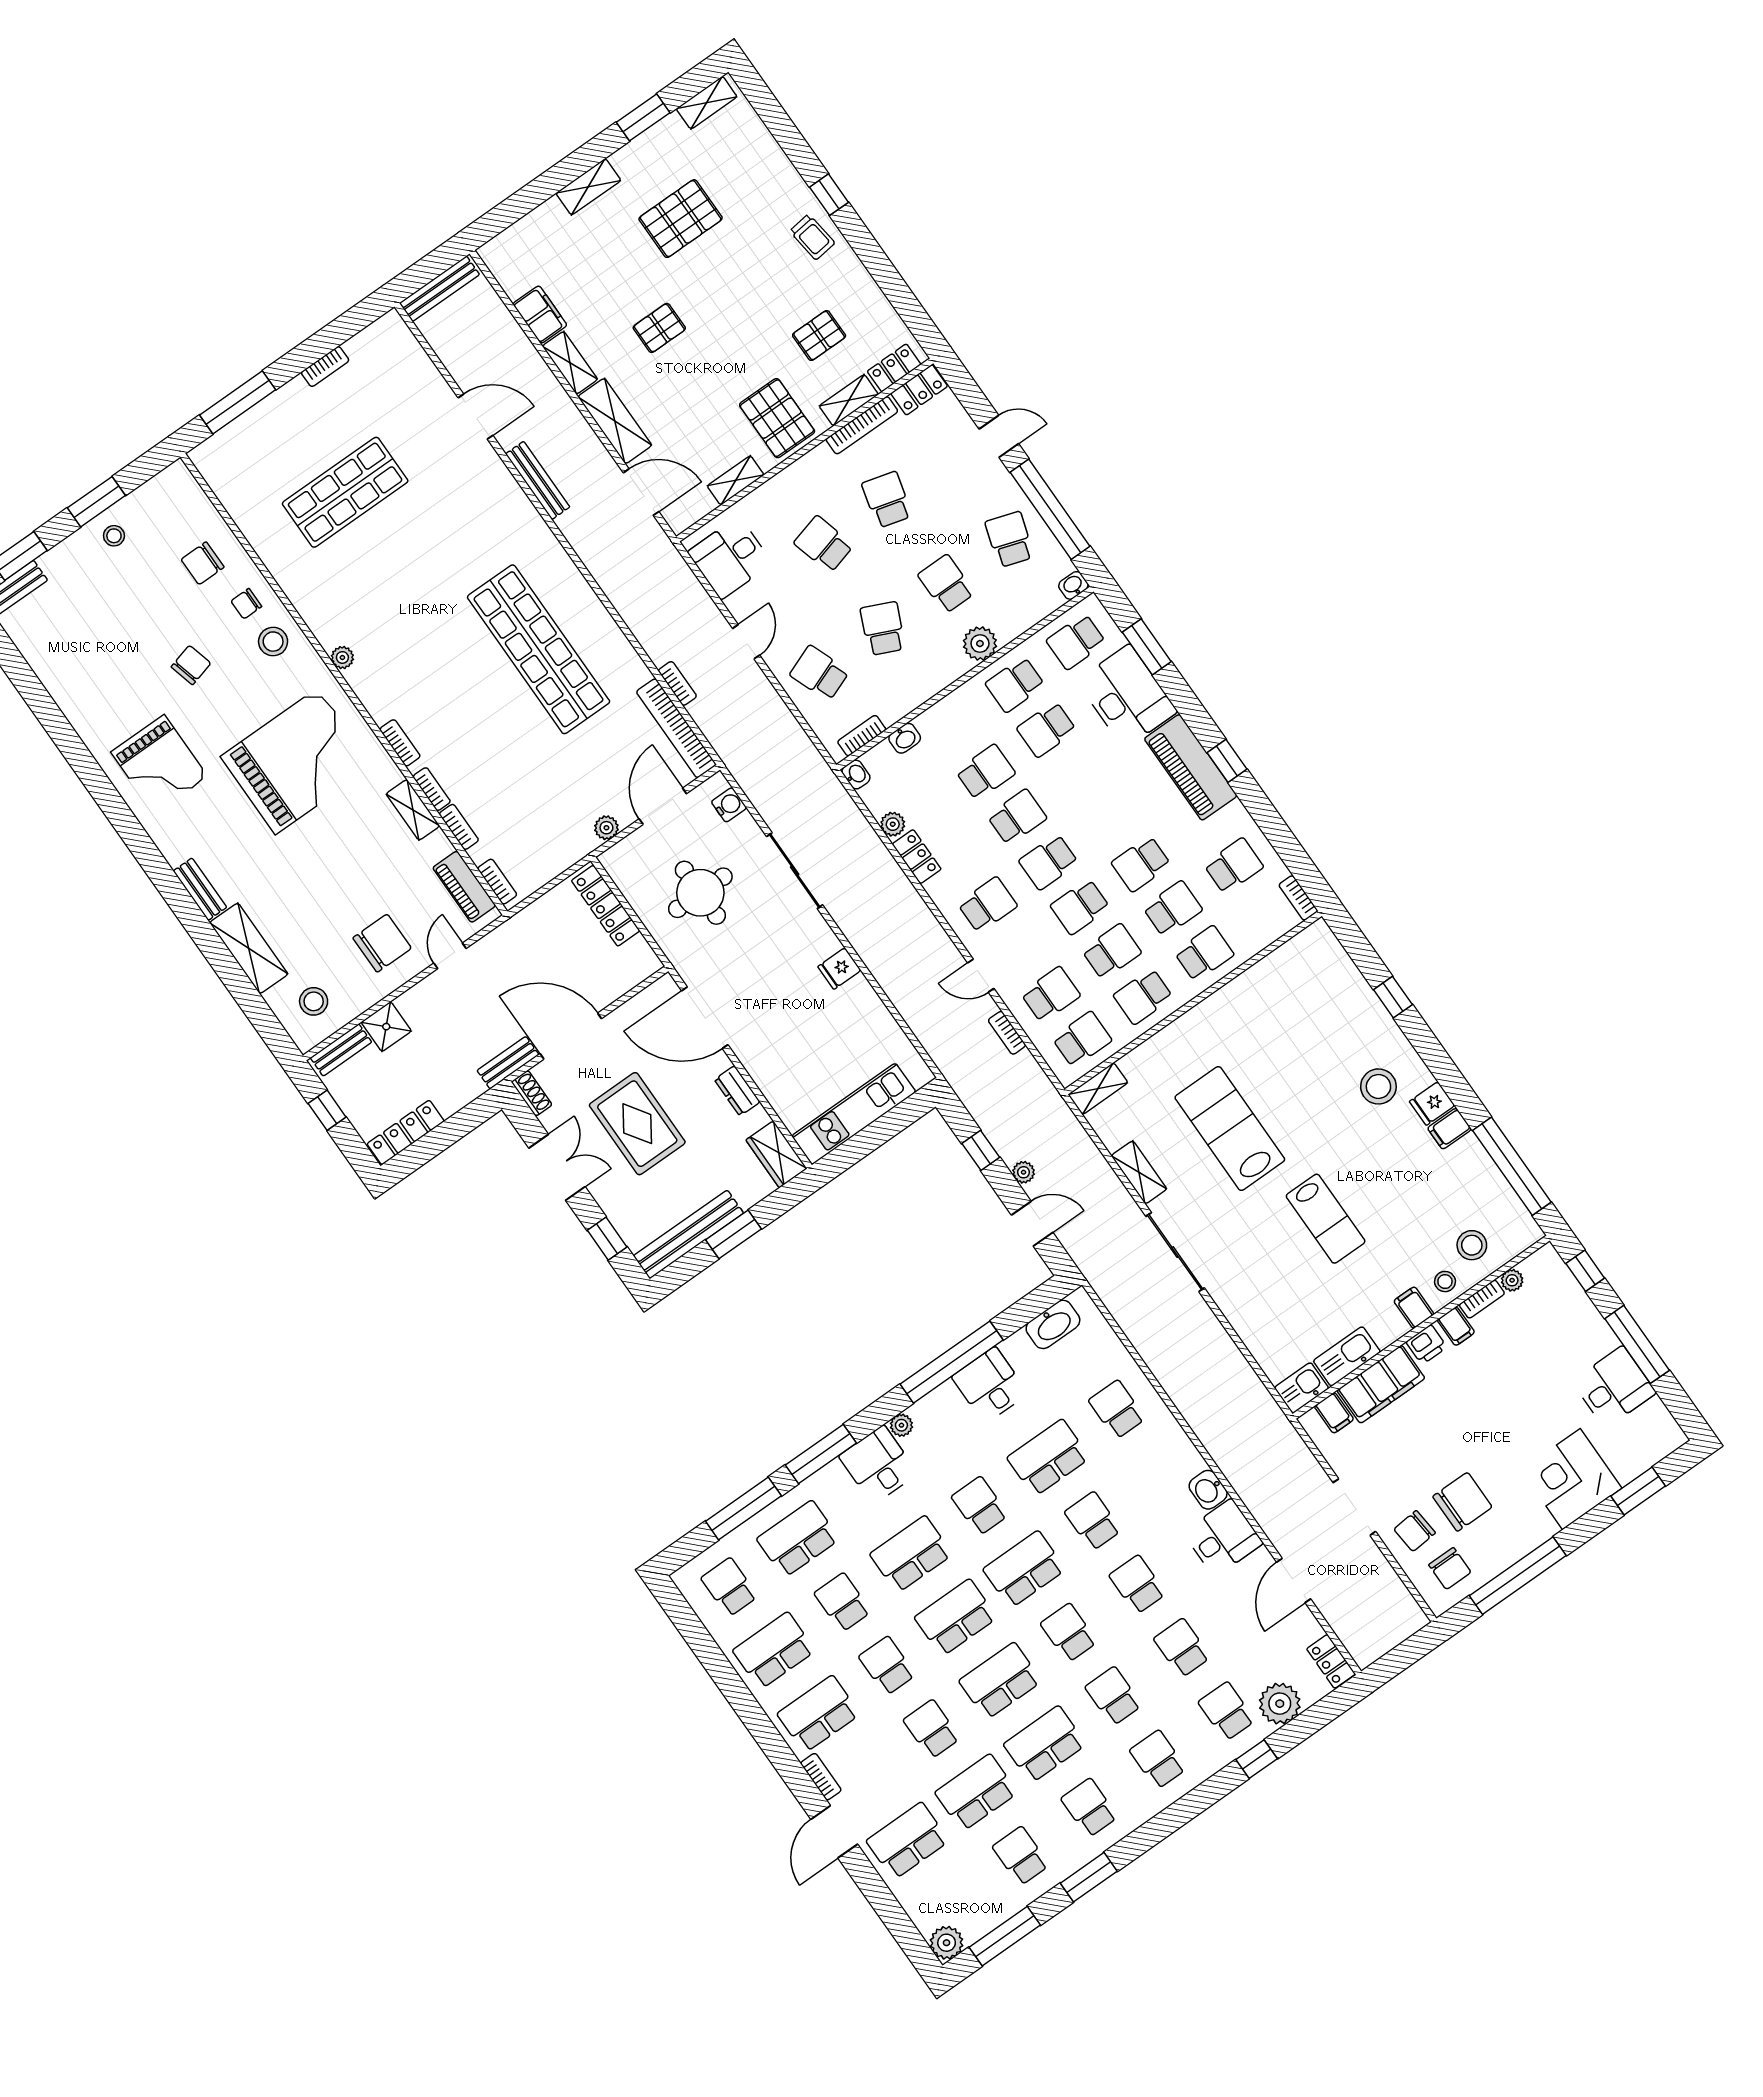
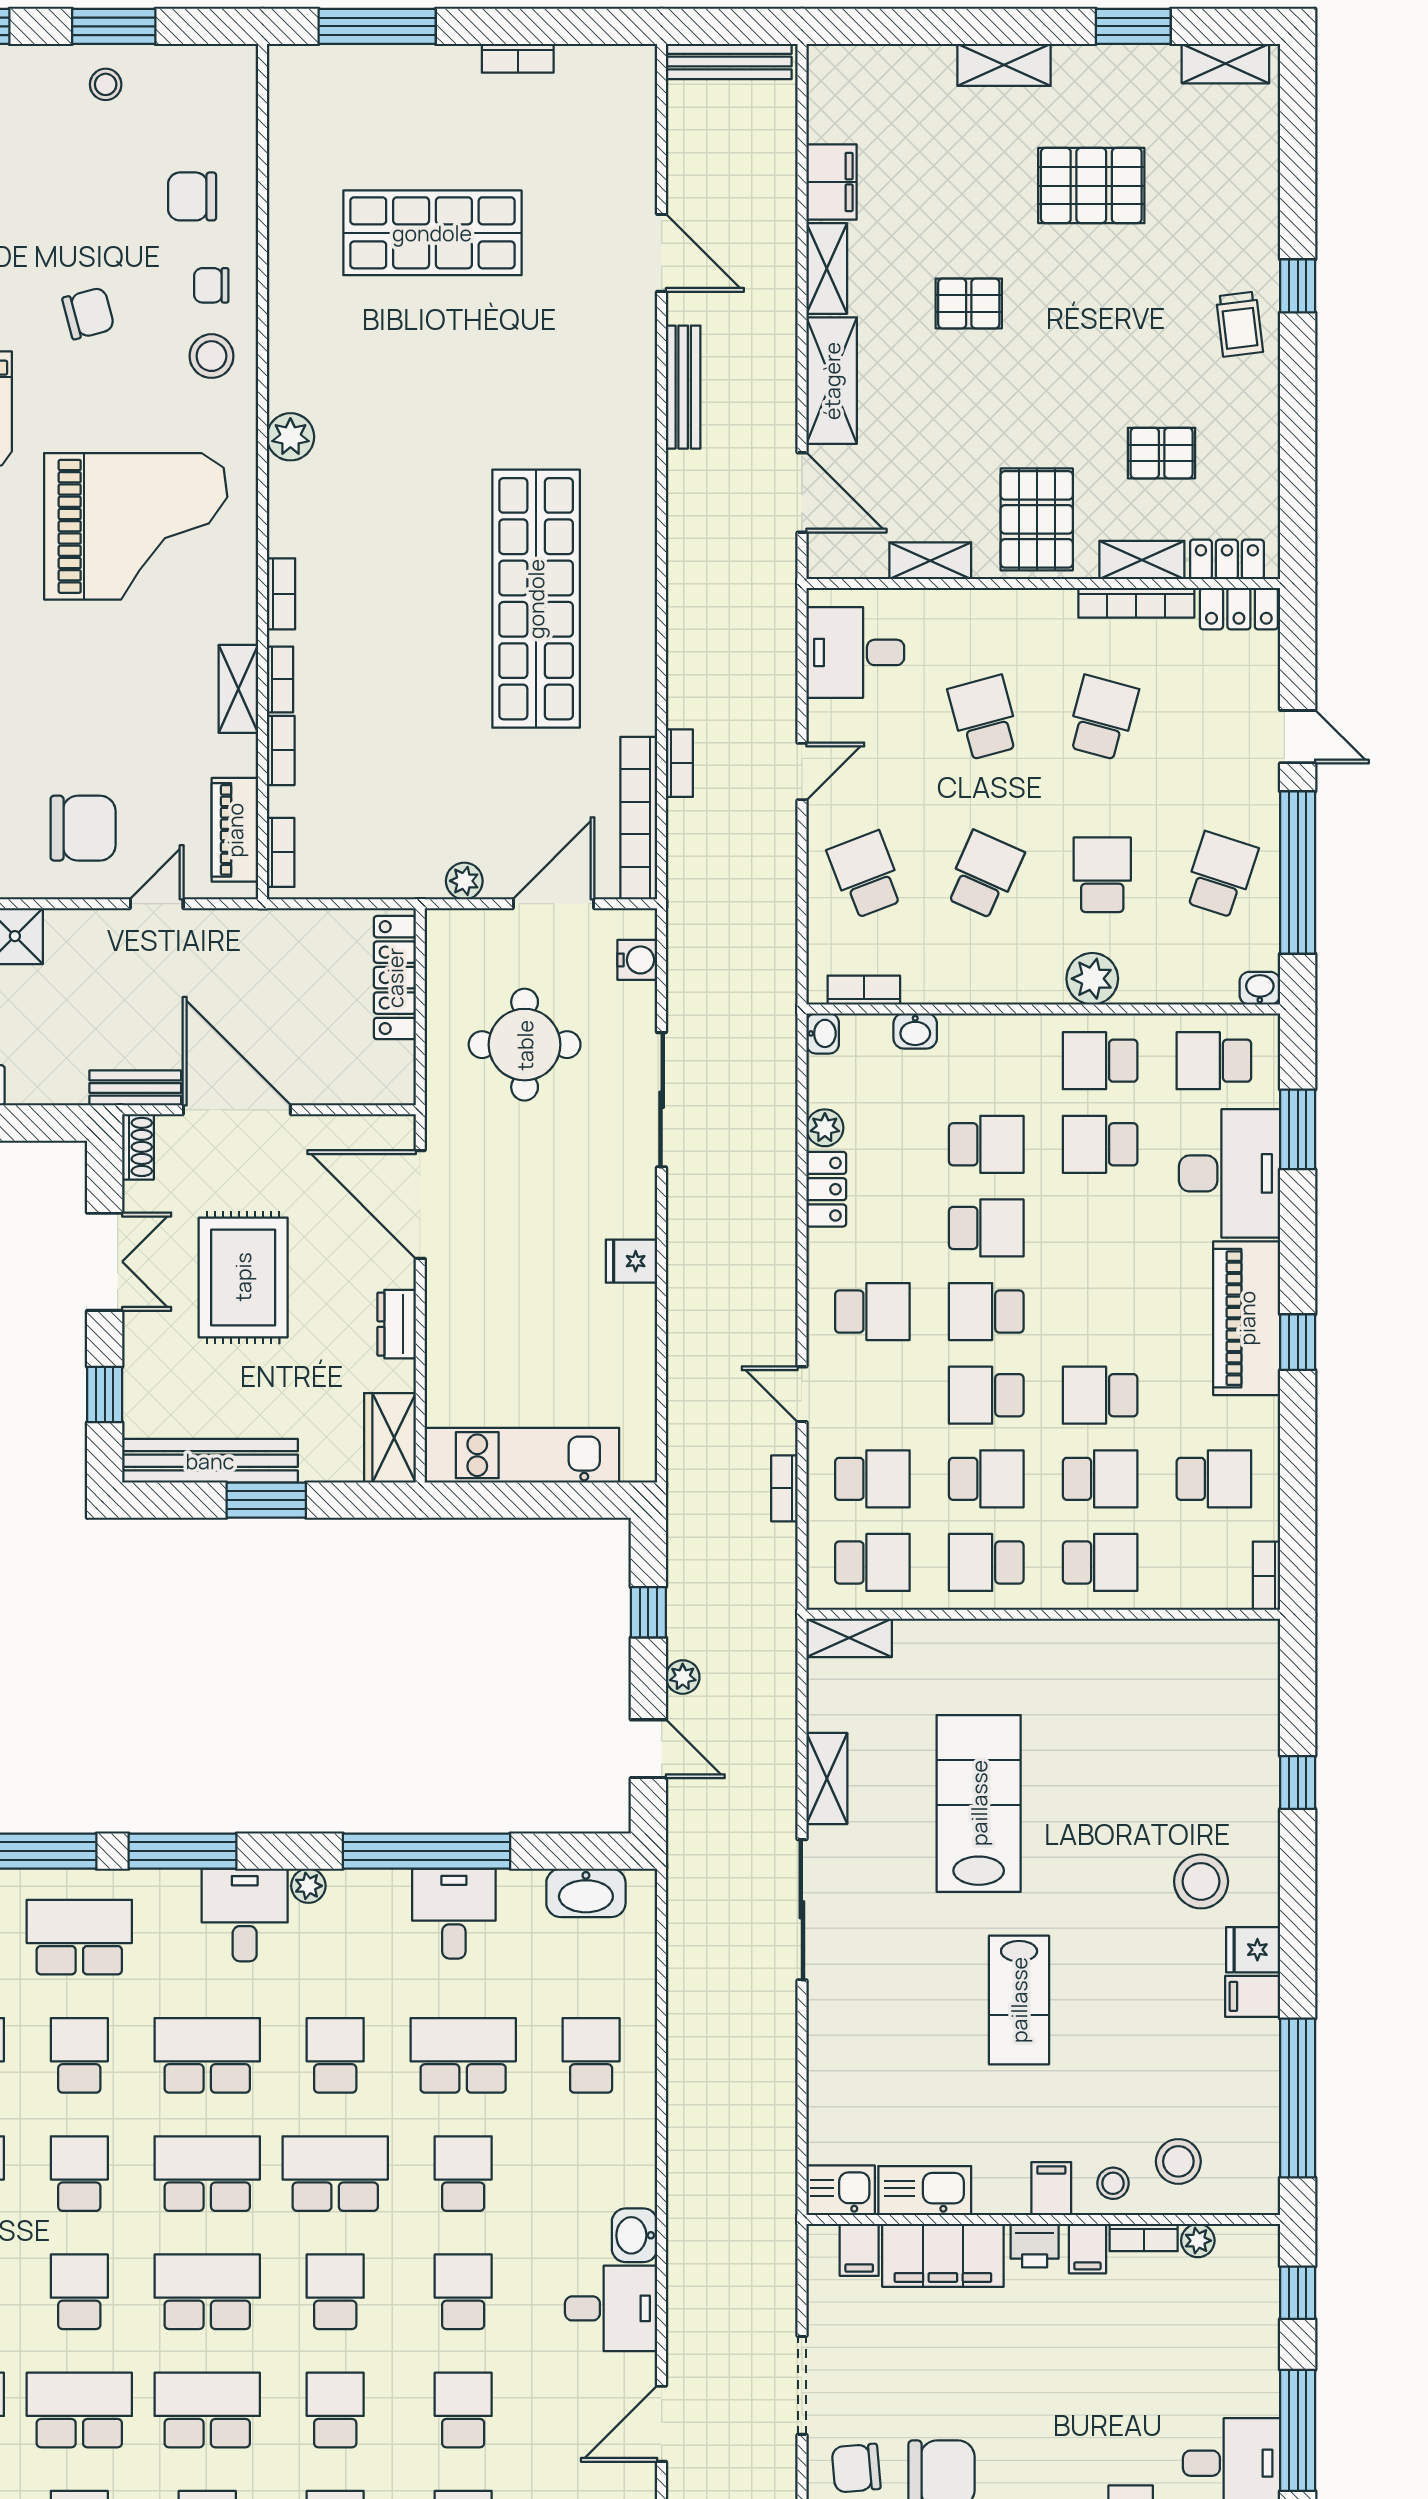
plant: (342, 658) -> (290, 437), width x1.38, depth x1.38

